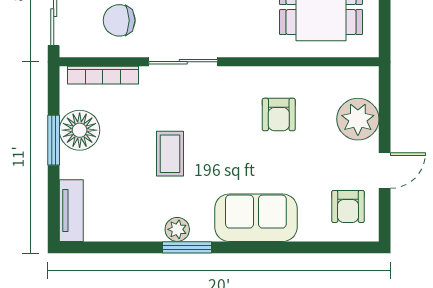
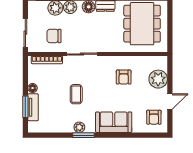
floor lamp: (80, 130) -> (33, 88), width x0.53, depth x0.53
window: (54, 140) -> (25, 107), moved
tv unit: (71, 211) -> (33, 107), moved

